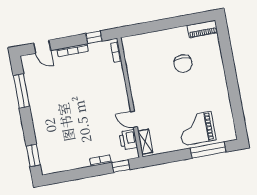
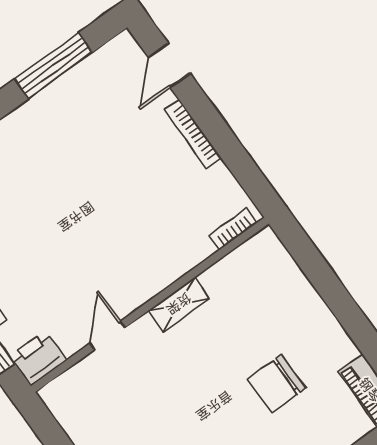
window: (94, 37) -> (242, 166), removed
printer: (128, 140) -> (38, 358), moved
shelving: (145, 142) -> (179, 304), moved

